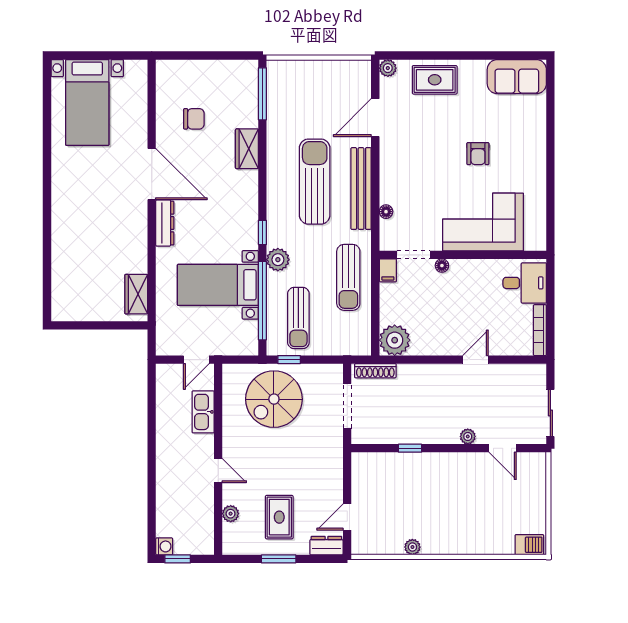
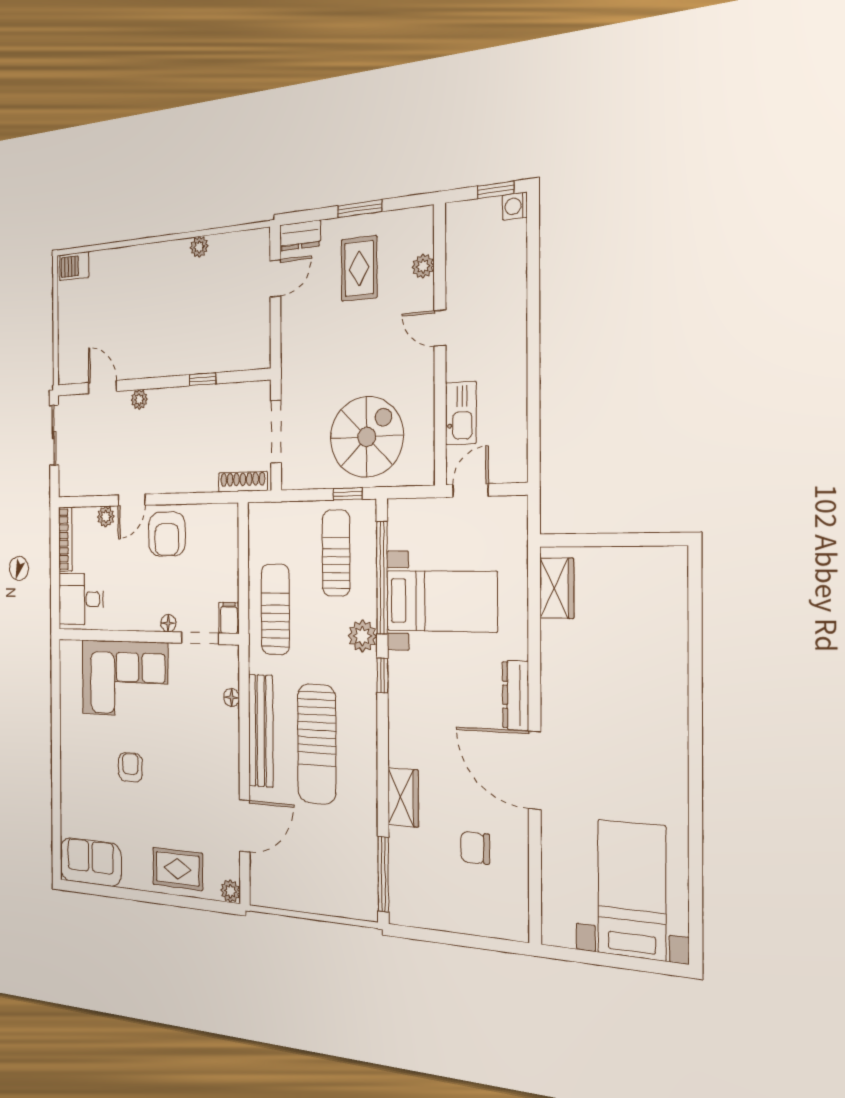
armchair: (443, 333) -> (167, 534), added
plant: (395, 340) -> (106, 517), moved, width x0.53, depth x0.53

